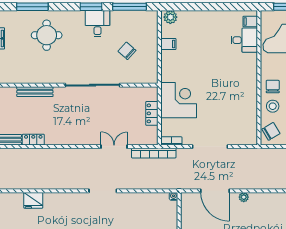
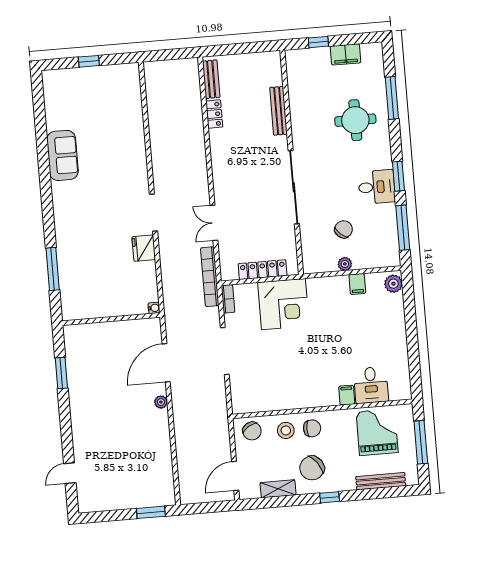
filing cabinet: (250, 22) -> (347, 395), moved
plant: (153, 52) -> (345, 264), added
locker: (152, 113) -> (263, 270), width x1.53
double door: (114, 147) -> (214, 223), swing flipped
fridge: (33, 200) -> (144, 248), moved

